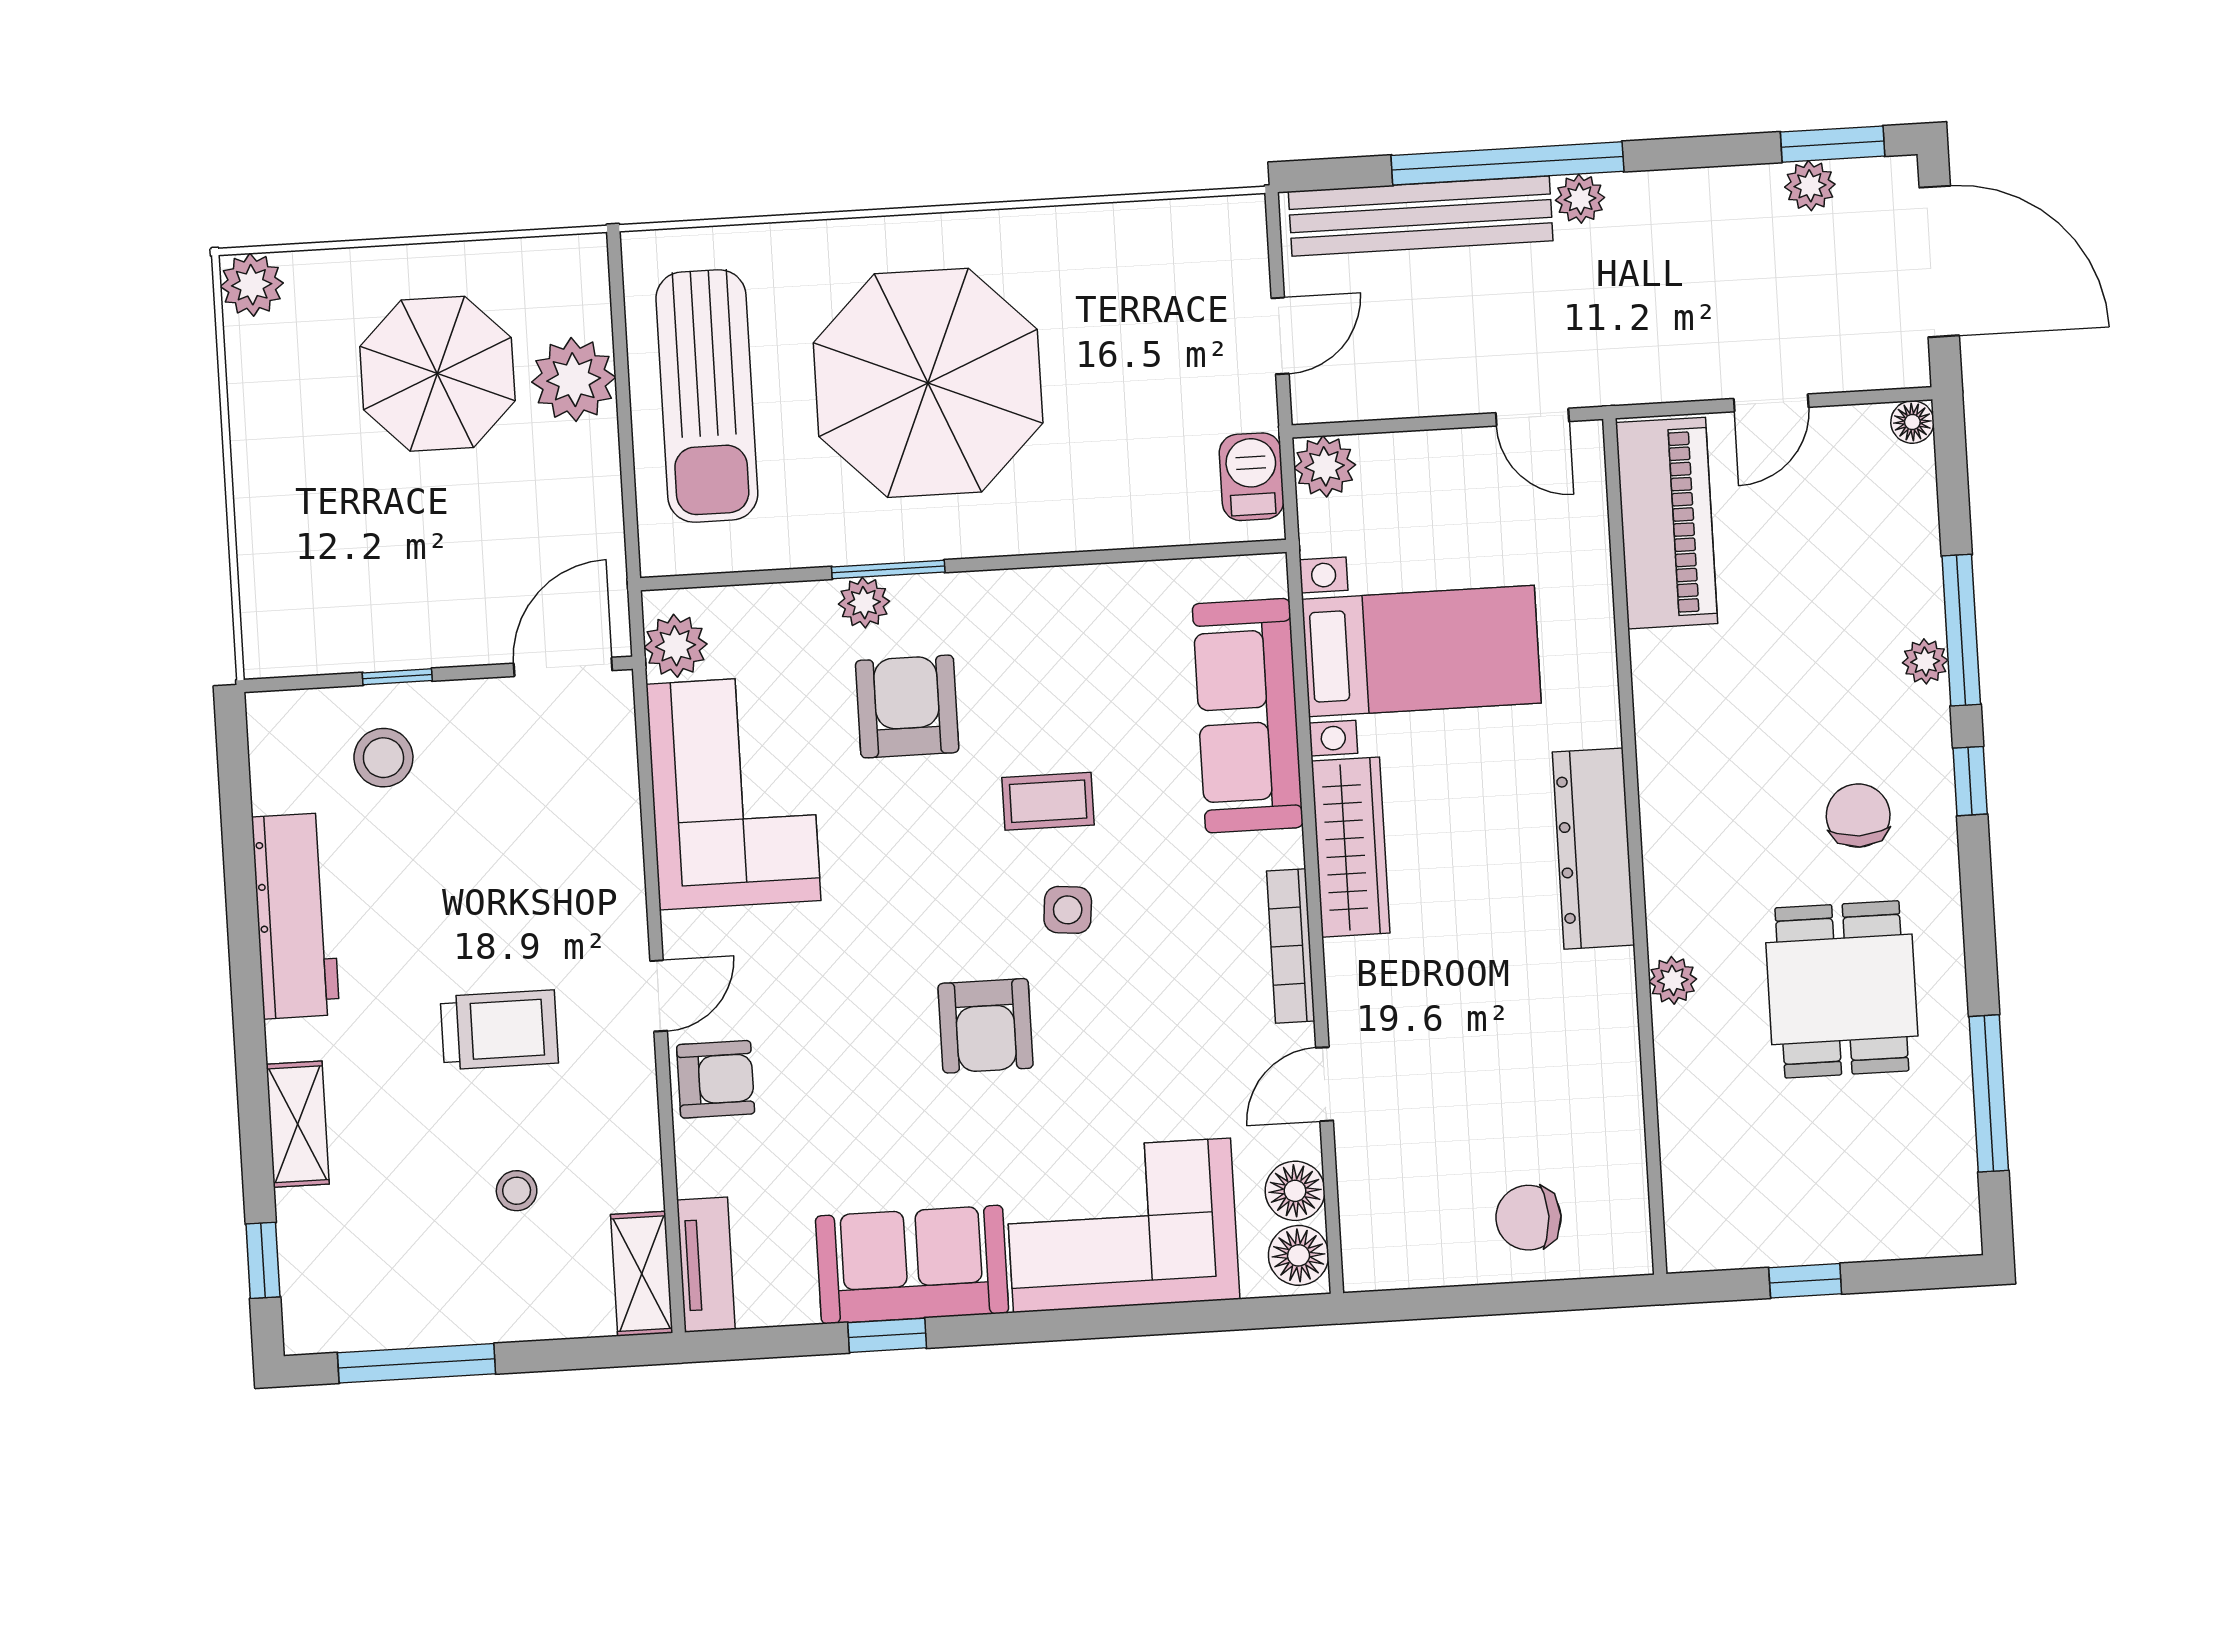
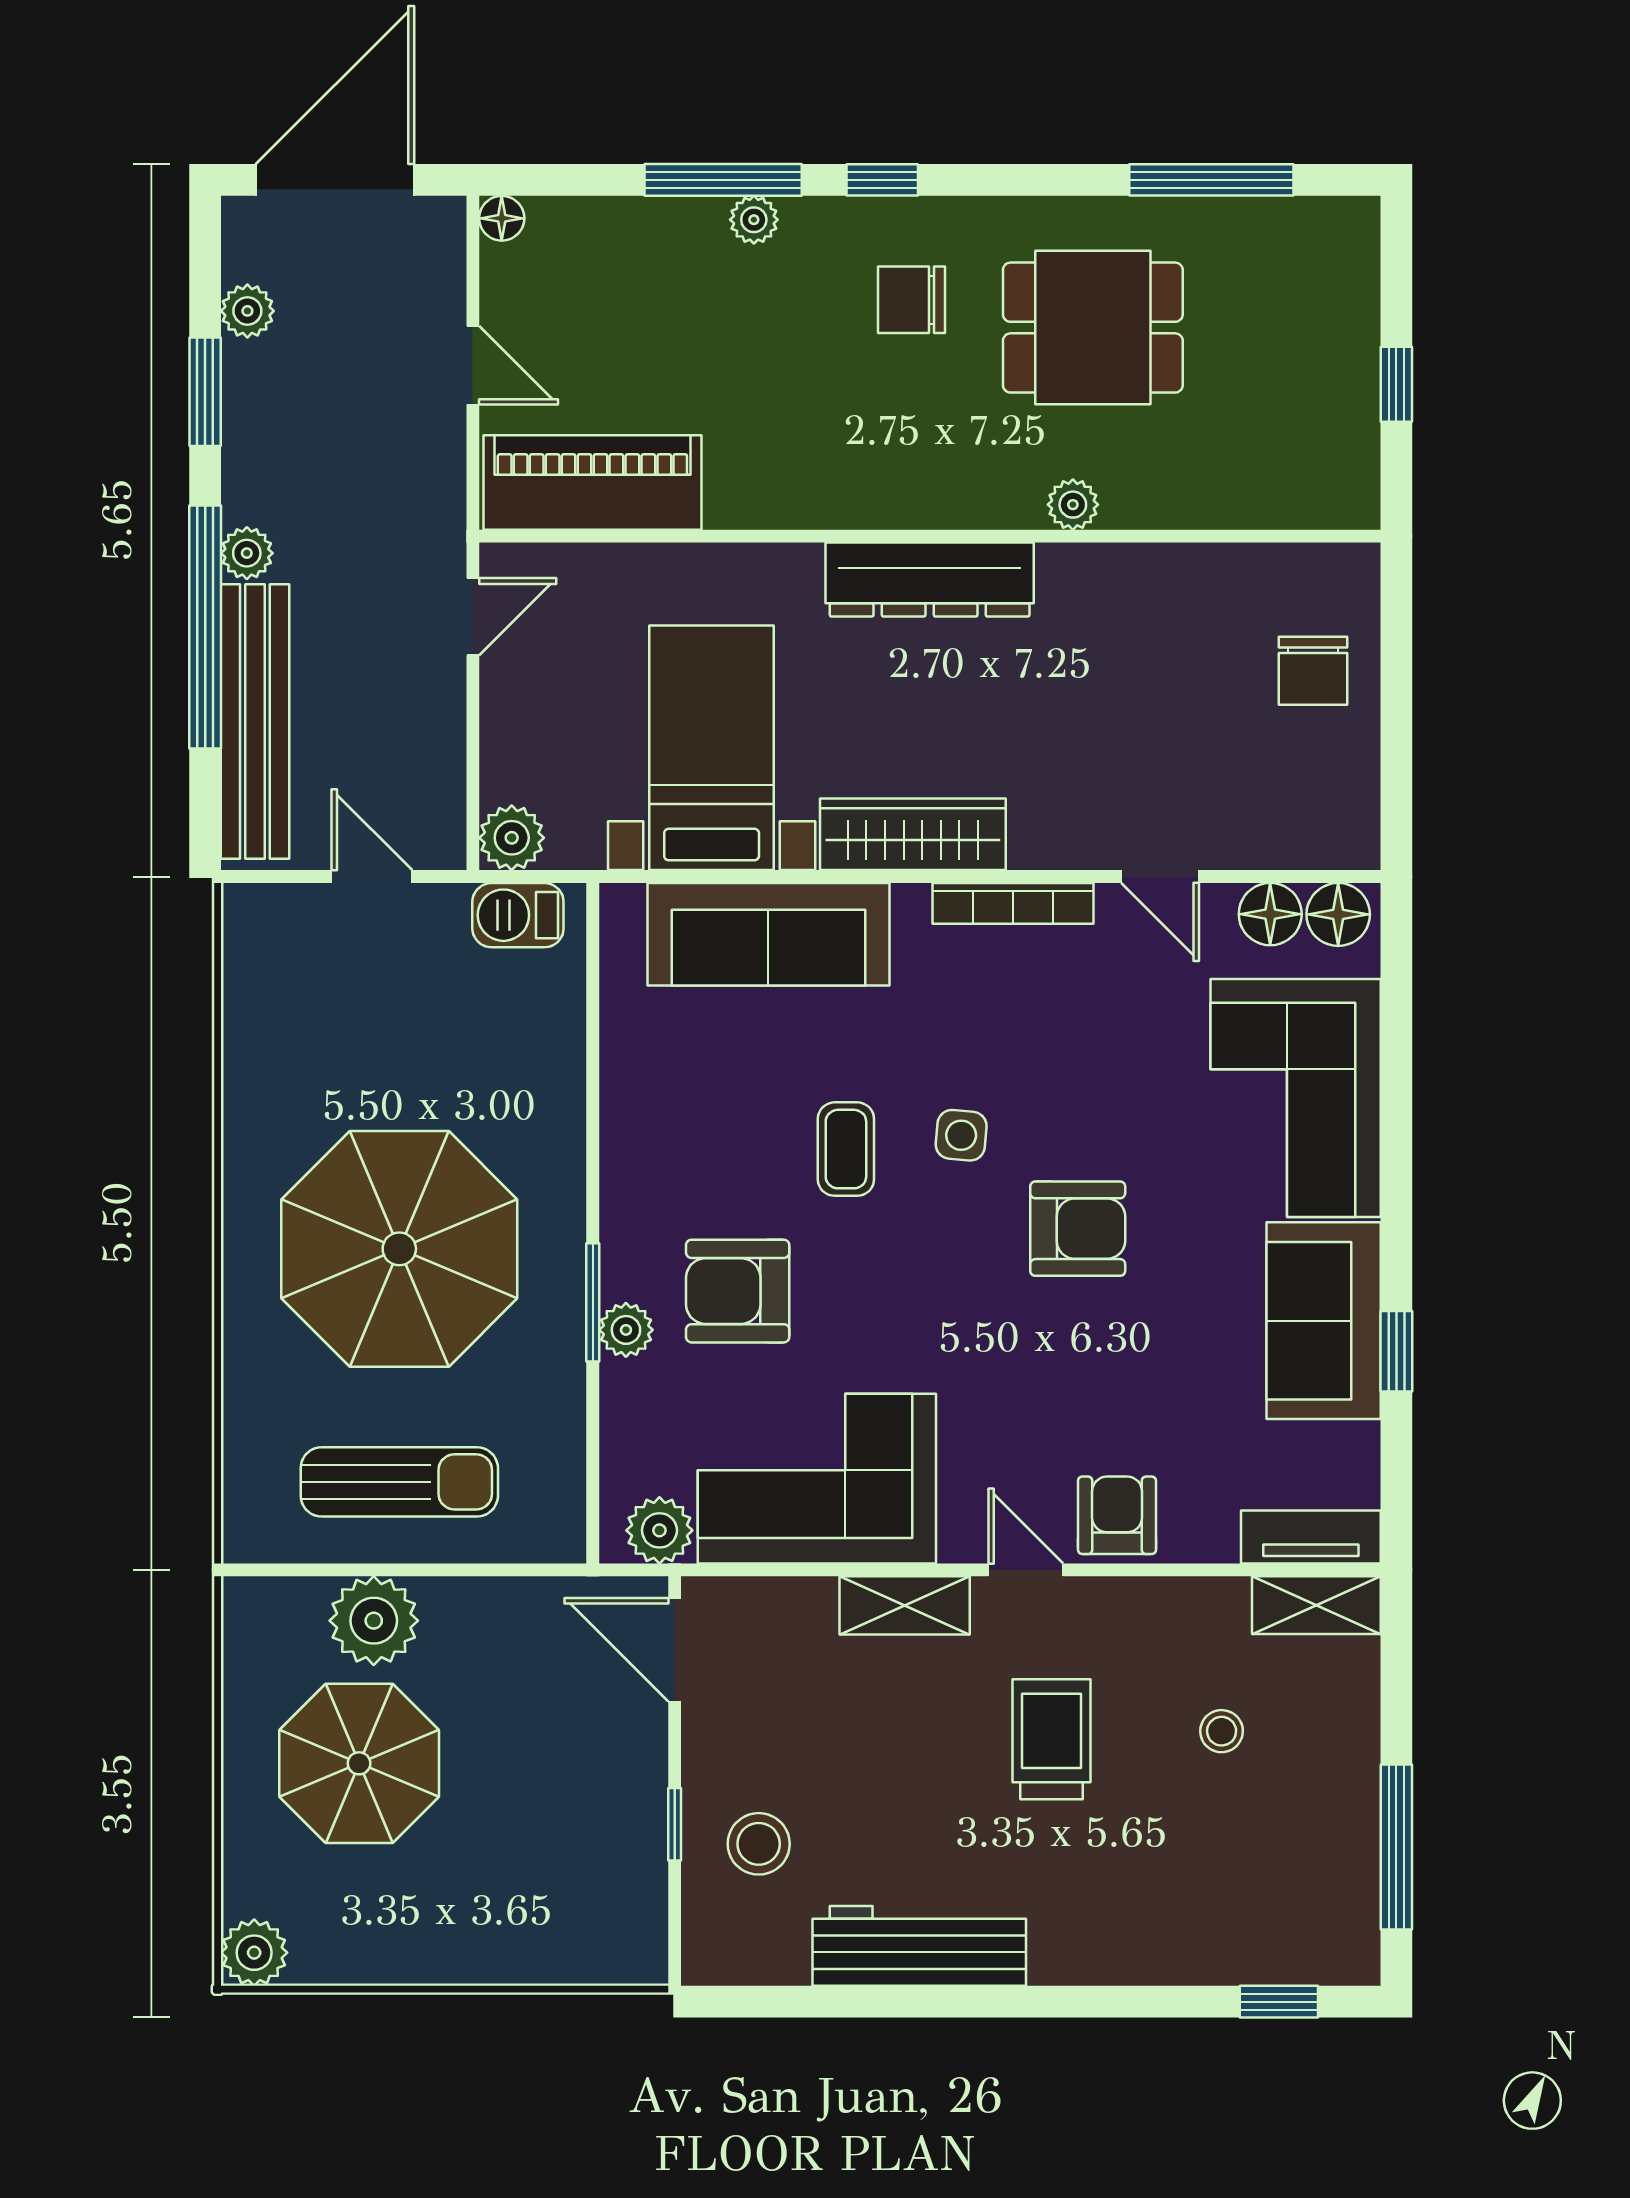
window: (1833, 144) -> (205, 392), moved
sun lounger: (707, 396) -> (399, 1482), width x0.73, depth x0.75
shelving: (298, 1124) -> (905, 1605), moved

